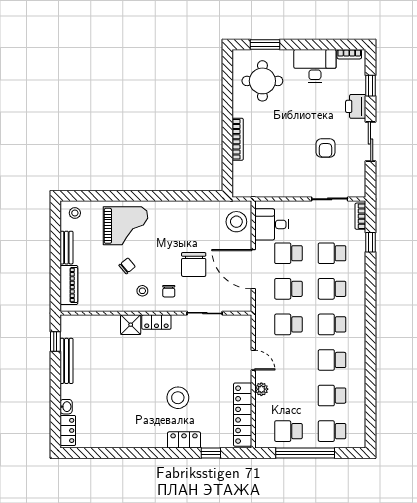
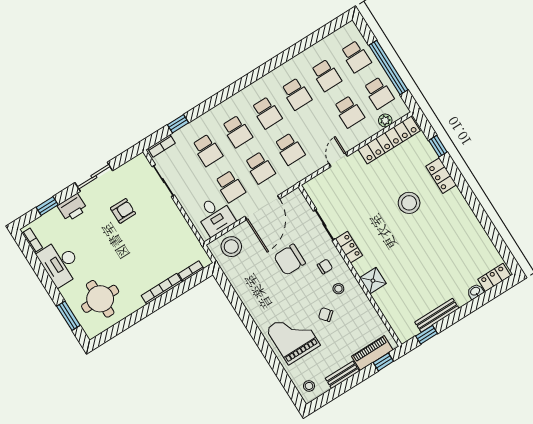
bookcase: (237, 174) -> (191, 271), added
chair: (194, 265) -> (290, 260), turned 180
window: (55, 290) -> (383, 362), added
locker: (156, 322) -> (349, 247), moved
plant: (261, 389) -> (385, 120), moved
school desk: (288, 396) -> (349, 112), added

